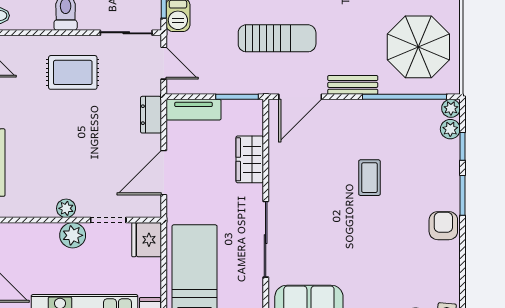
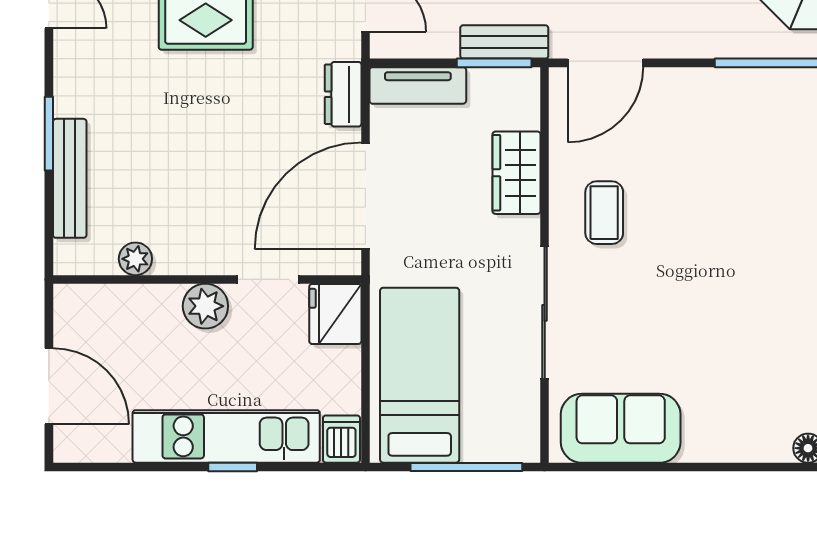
bench: (353, 85) -> (504, 42), moved
door: (164, 173) -> (365, 196), width x1.36
coffee table: (369, 178) -> (604, 213), moved
plant: (66, 208) -> (135, 259), moved

